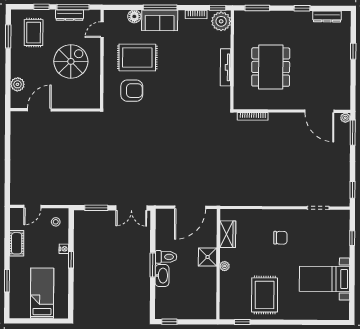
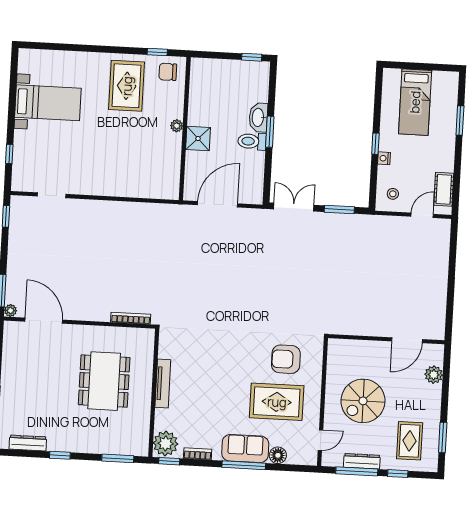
wardrobe: (228, 234) -> (171, 167), removed
chair: (280, 238) -> (168, 72), moved
cot: (17, 243) -> (444, 189), moved

